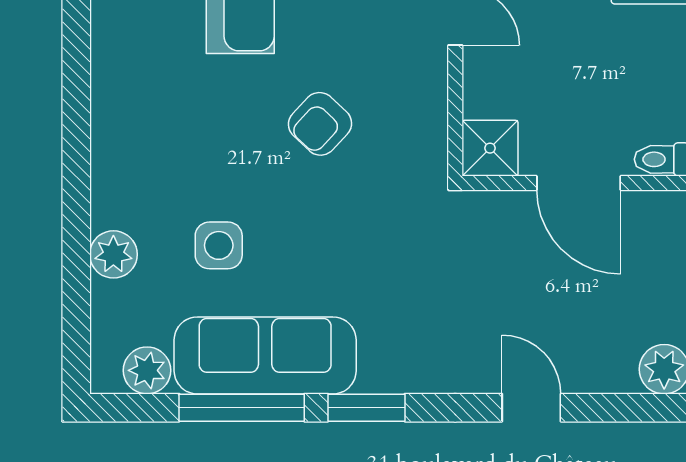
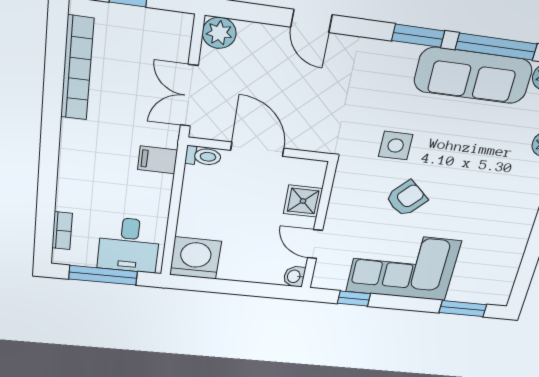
shower: (490, 148) -> (303, 201), moved
side table: (219, 245) -> (396, 146), moved

